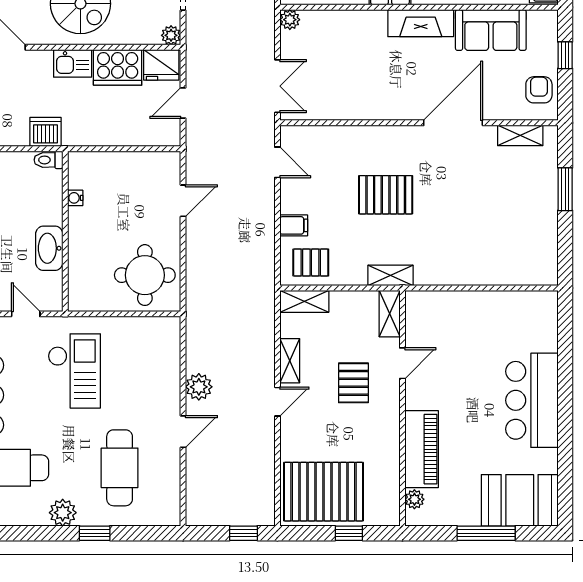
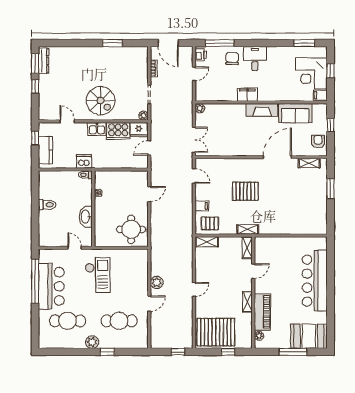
shelving: (290, 361) -> (247, 302), moved
pallet: (353, 383) -> (230, 281), removed
bar counter: (532, 400) -> (315, 281), width x1.36
cafe table: (120, 468) -> (119, 321), turned 90

